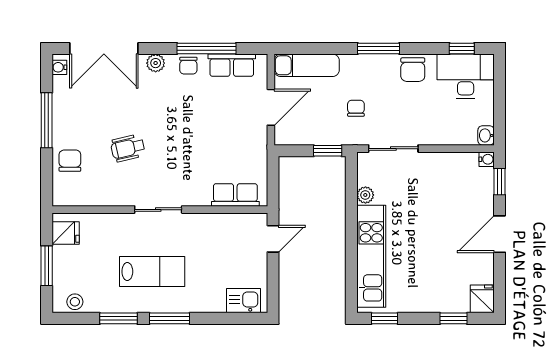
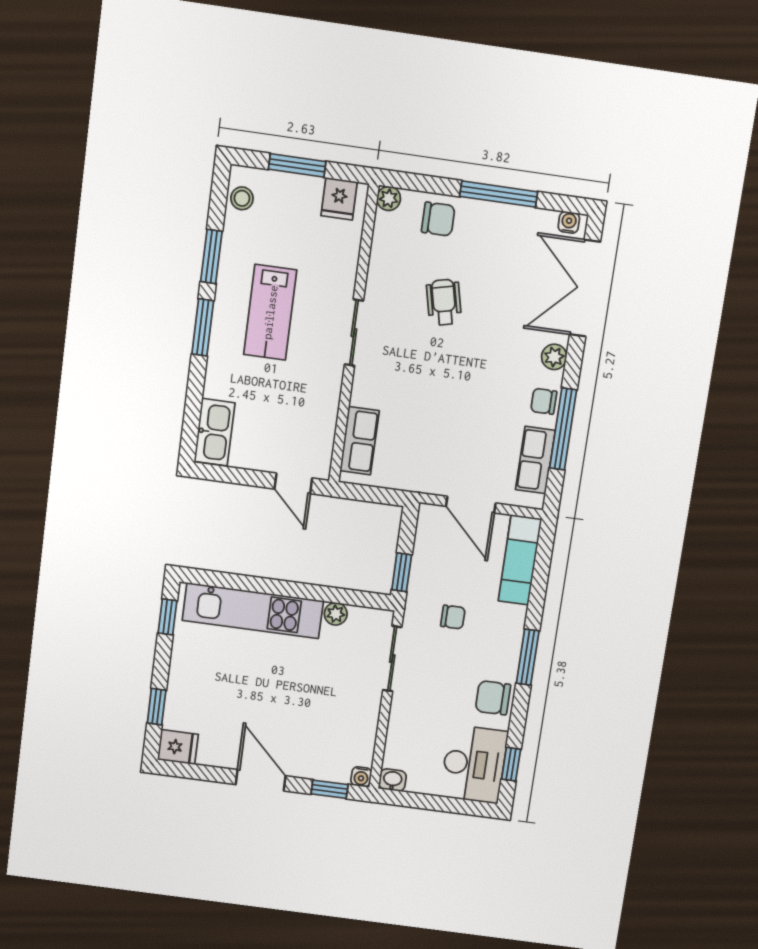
plant: (60, 198) -> (389, 198), added
kitchen sink: (244, 301) -> (214, 432), width x1.38

